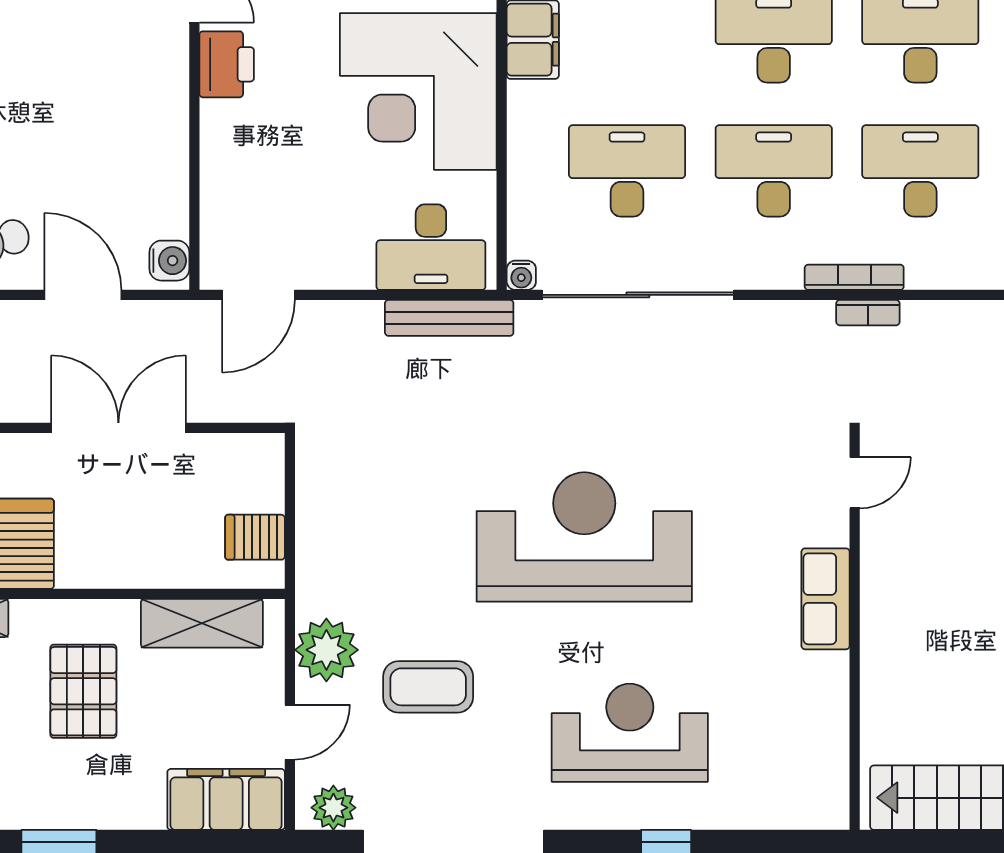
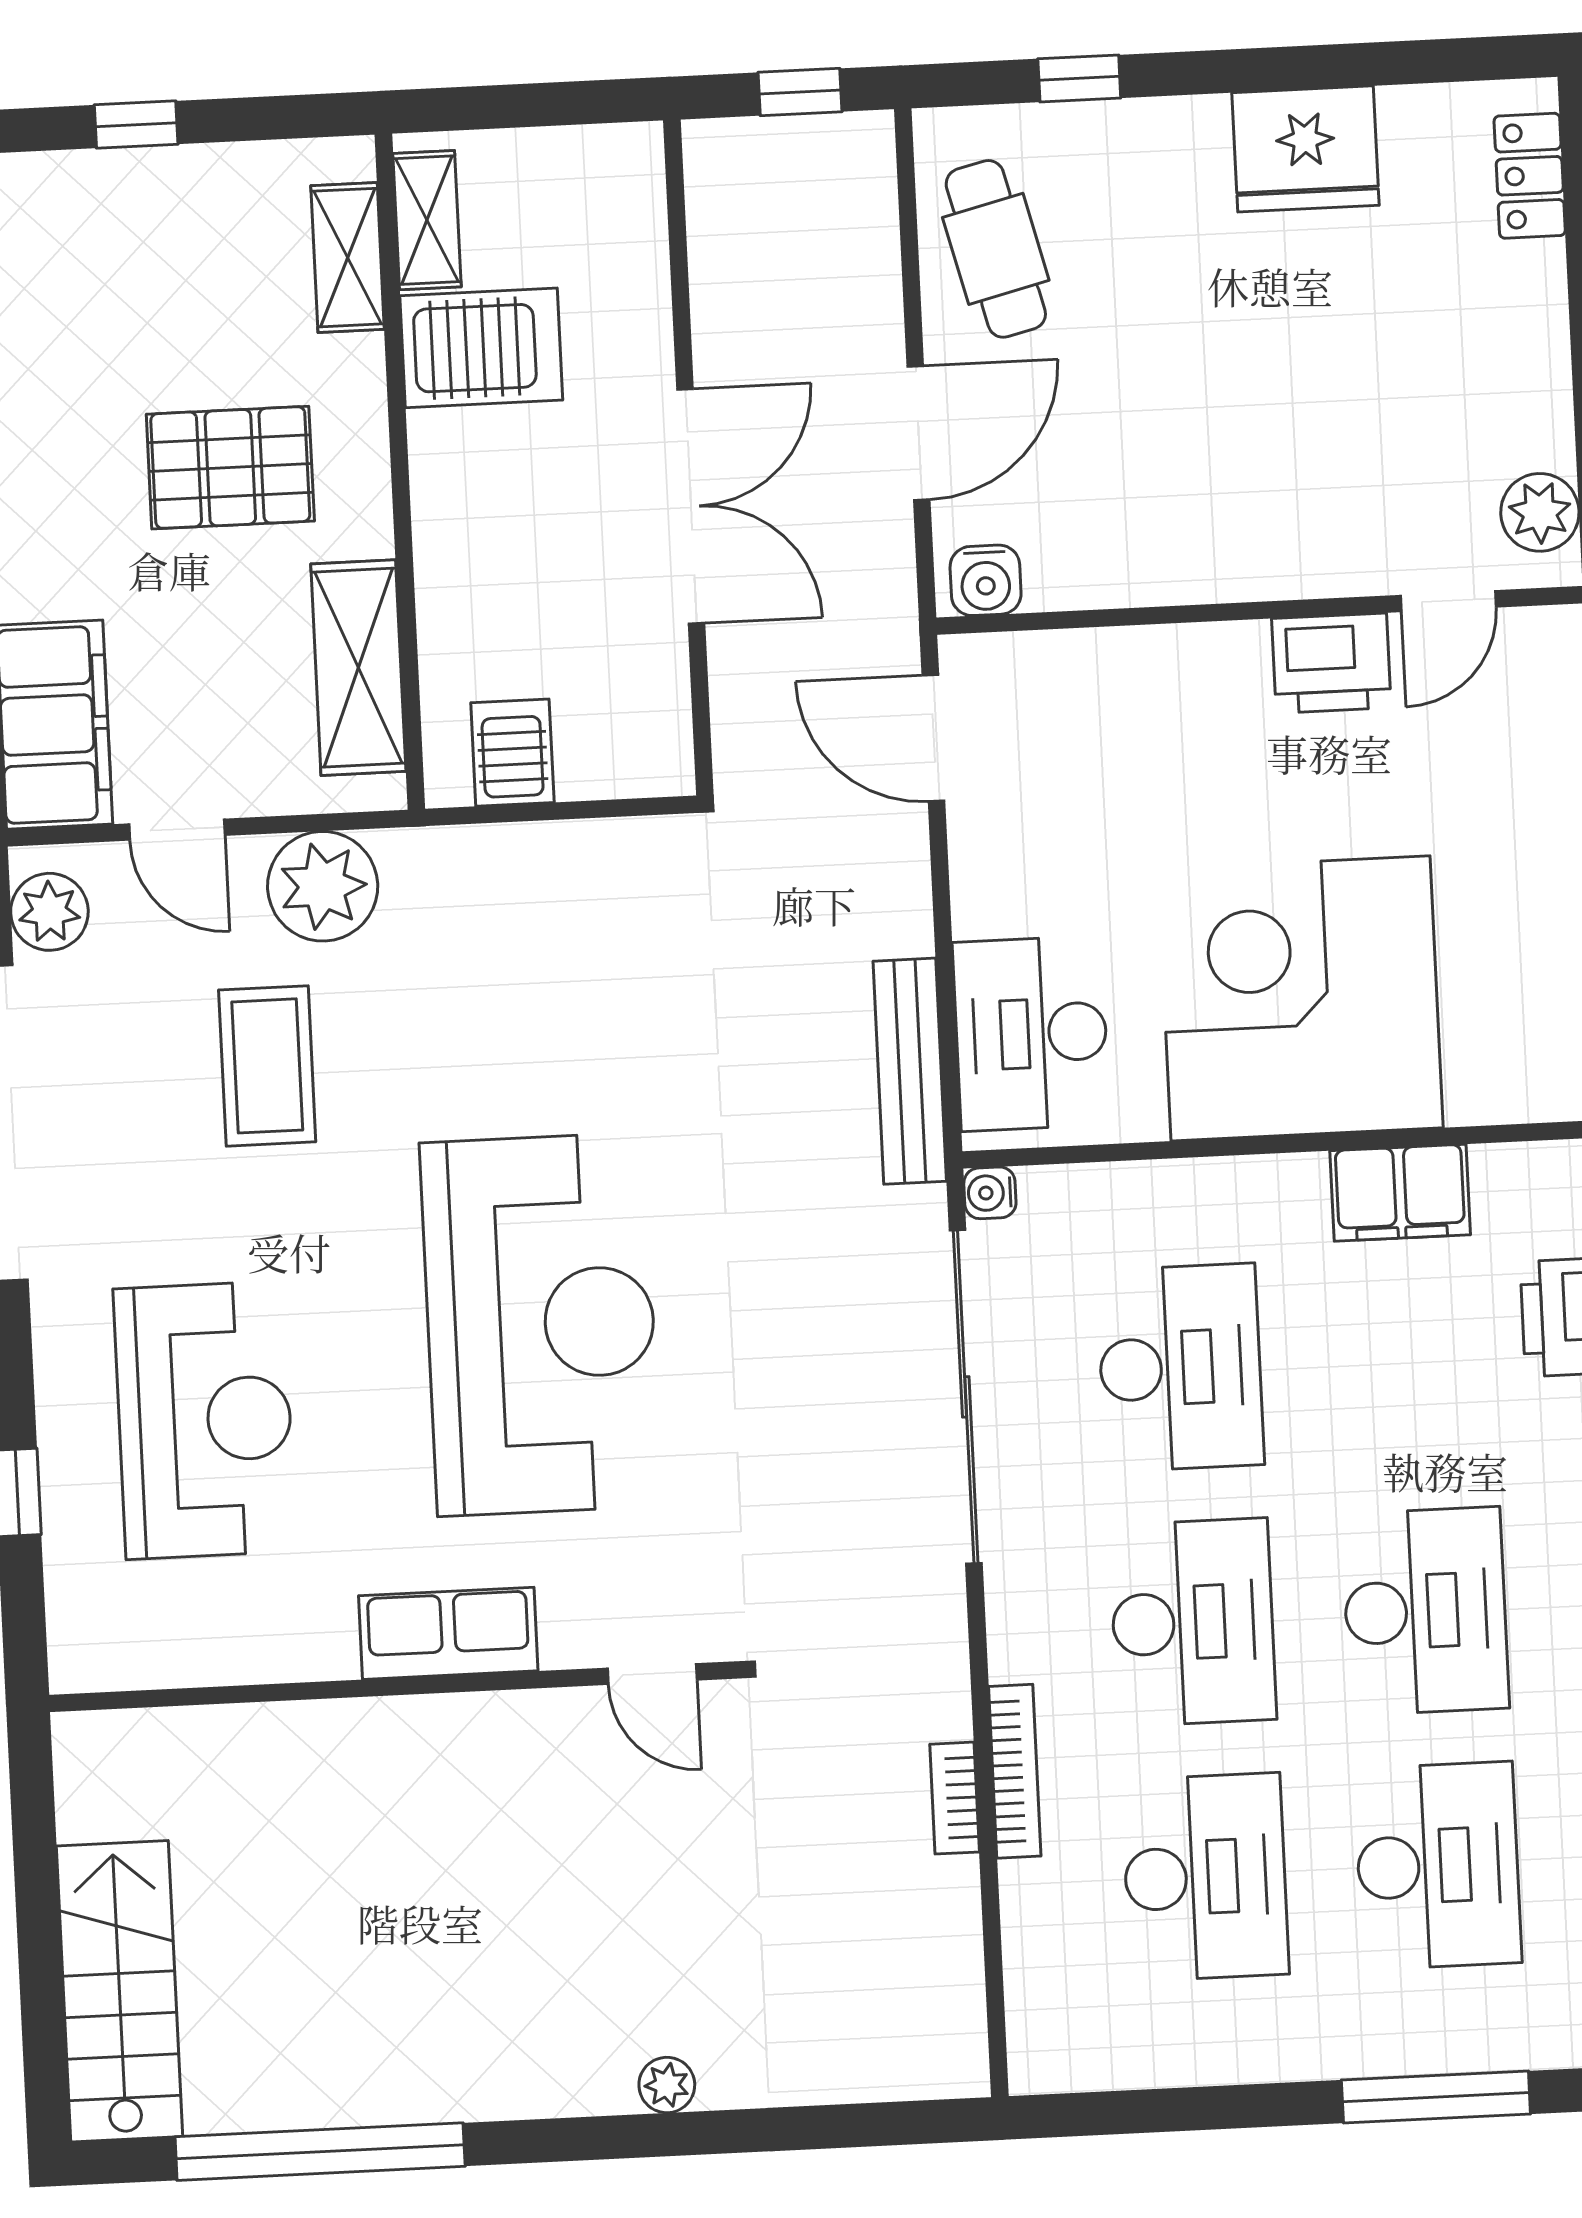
door: (855, 483) -> (652, 1674), moved
row of seats: (826, 599) -> (448, 1633), moved
wall: (855, 631) -> (394, 1687), moved

